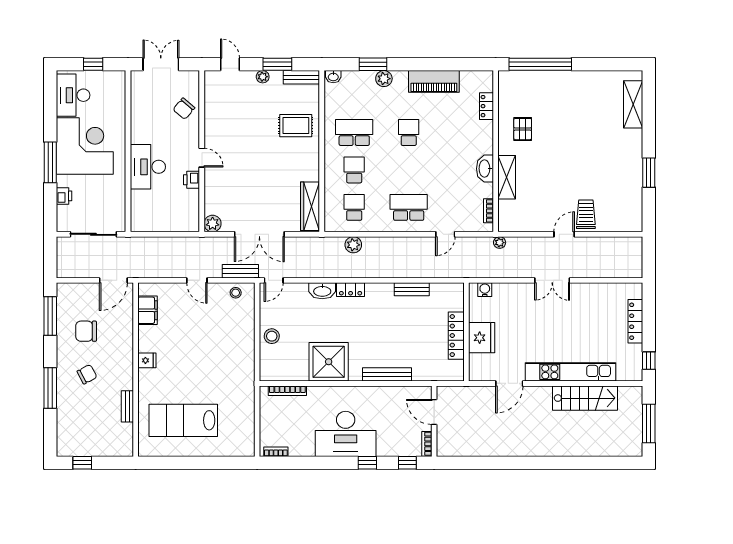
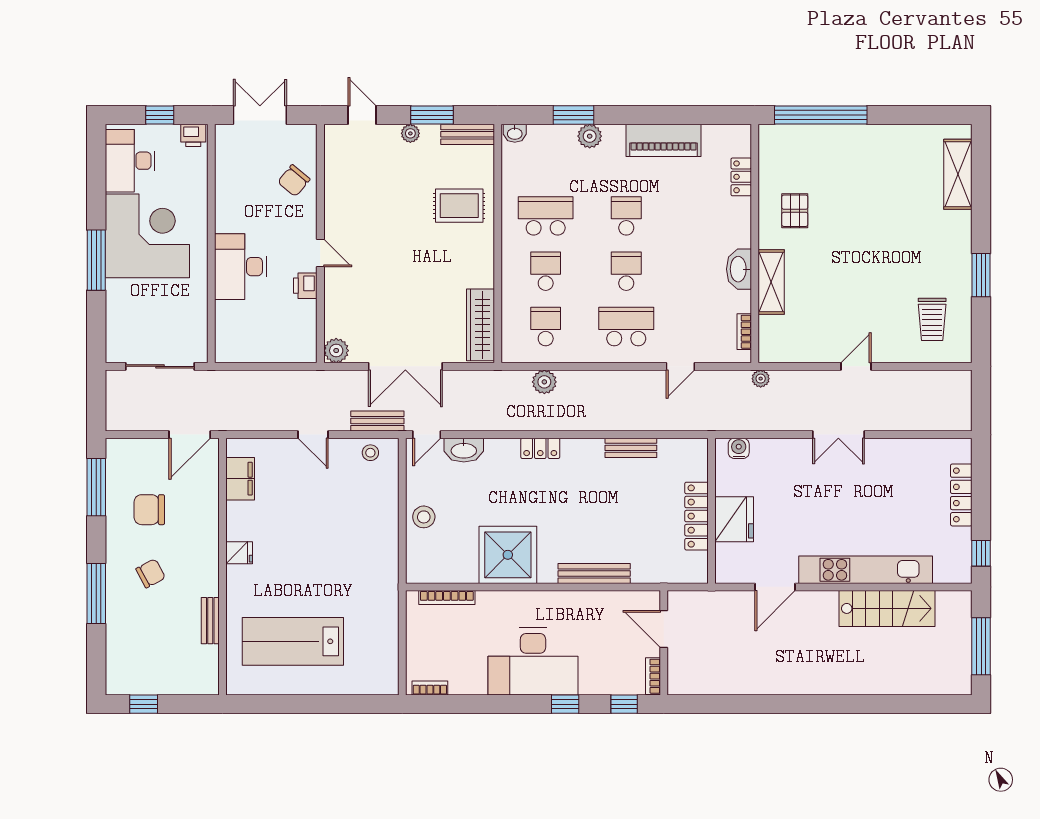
school desk: (409, 170) -> (626, 271), added
printer: (64, 196) -> (193, 135), moved, turned 90
trolley: (586, 214) -> (932, 319), moved, turned 180
washbasin: (322, 291) -> (464, 450), moved

